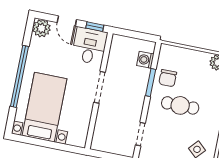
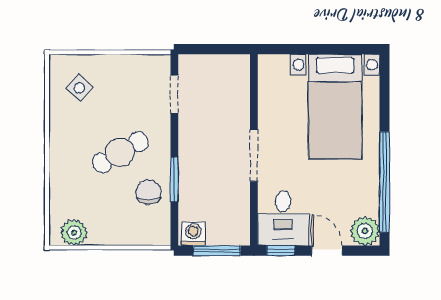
window: (134, 34) -> (217, 251), added
washing machine: (145, 60) -> (193, 234), moved, turned -90
window: (20, 76) -> (385, 182), moved
cafe table: (180, 105) -> (120, 152), turned -30

